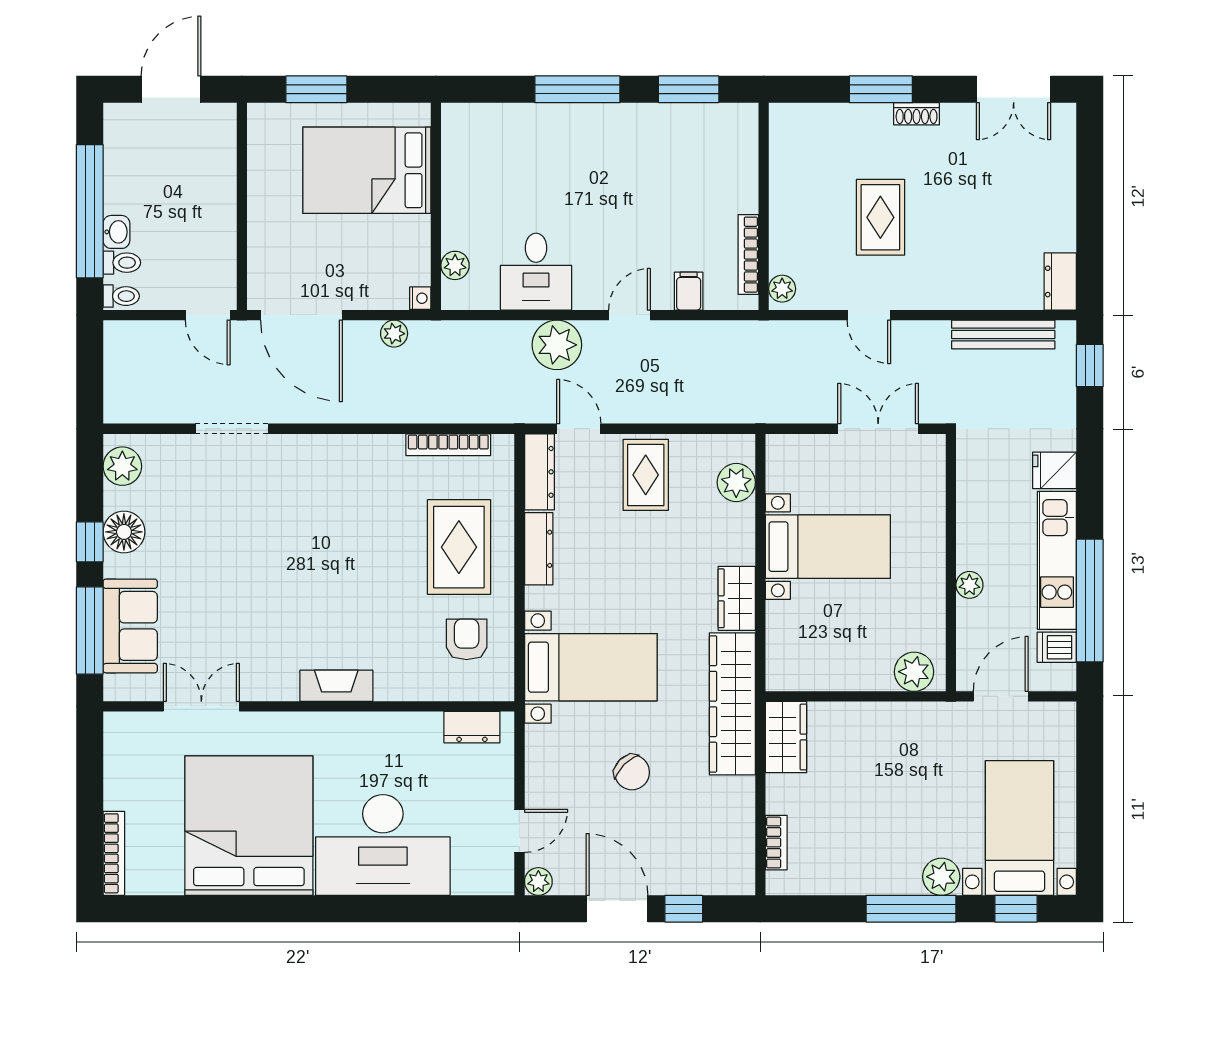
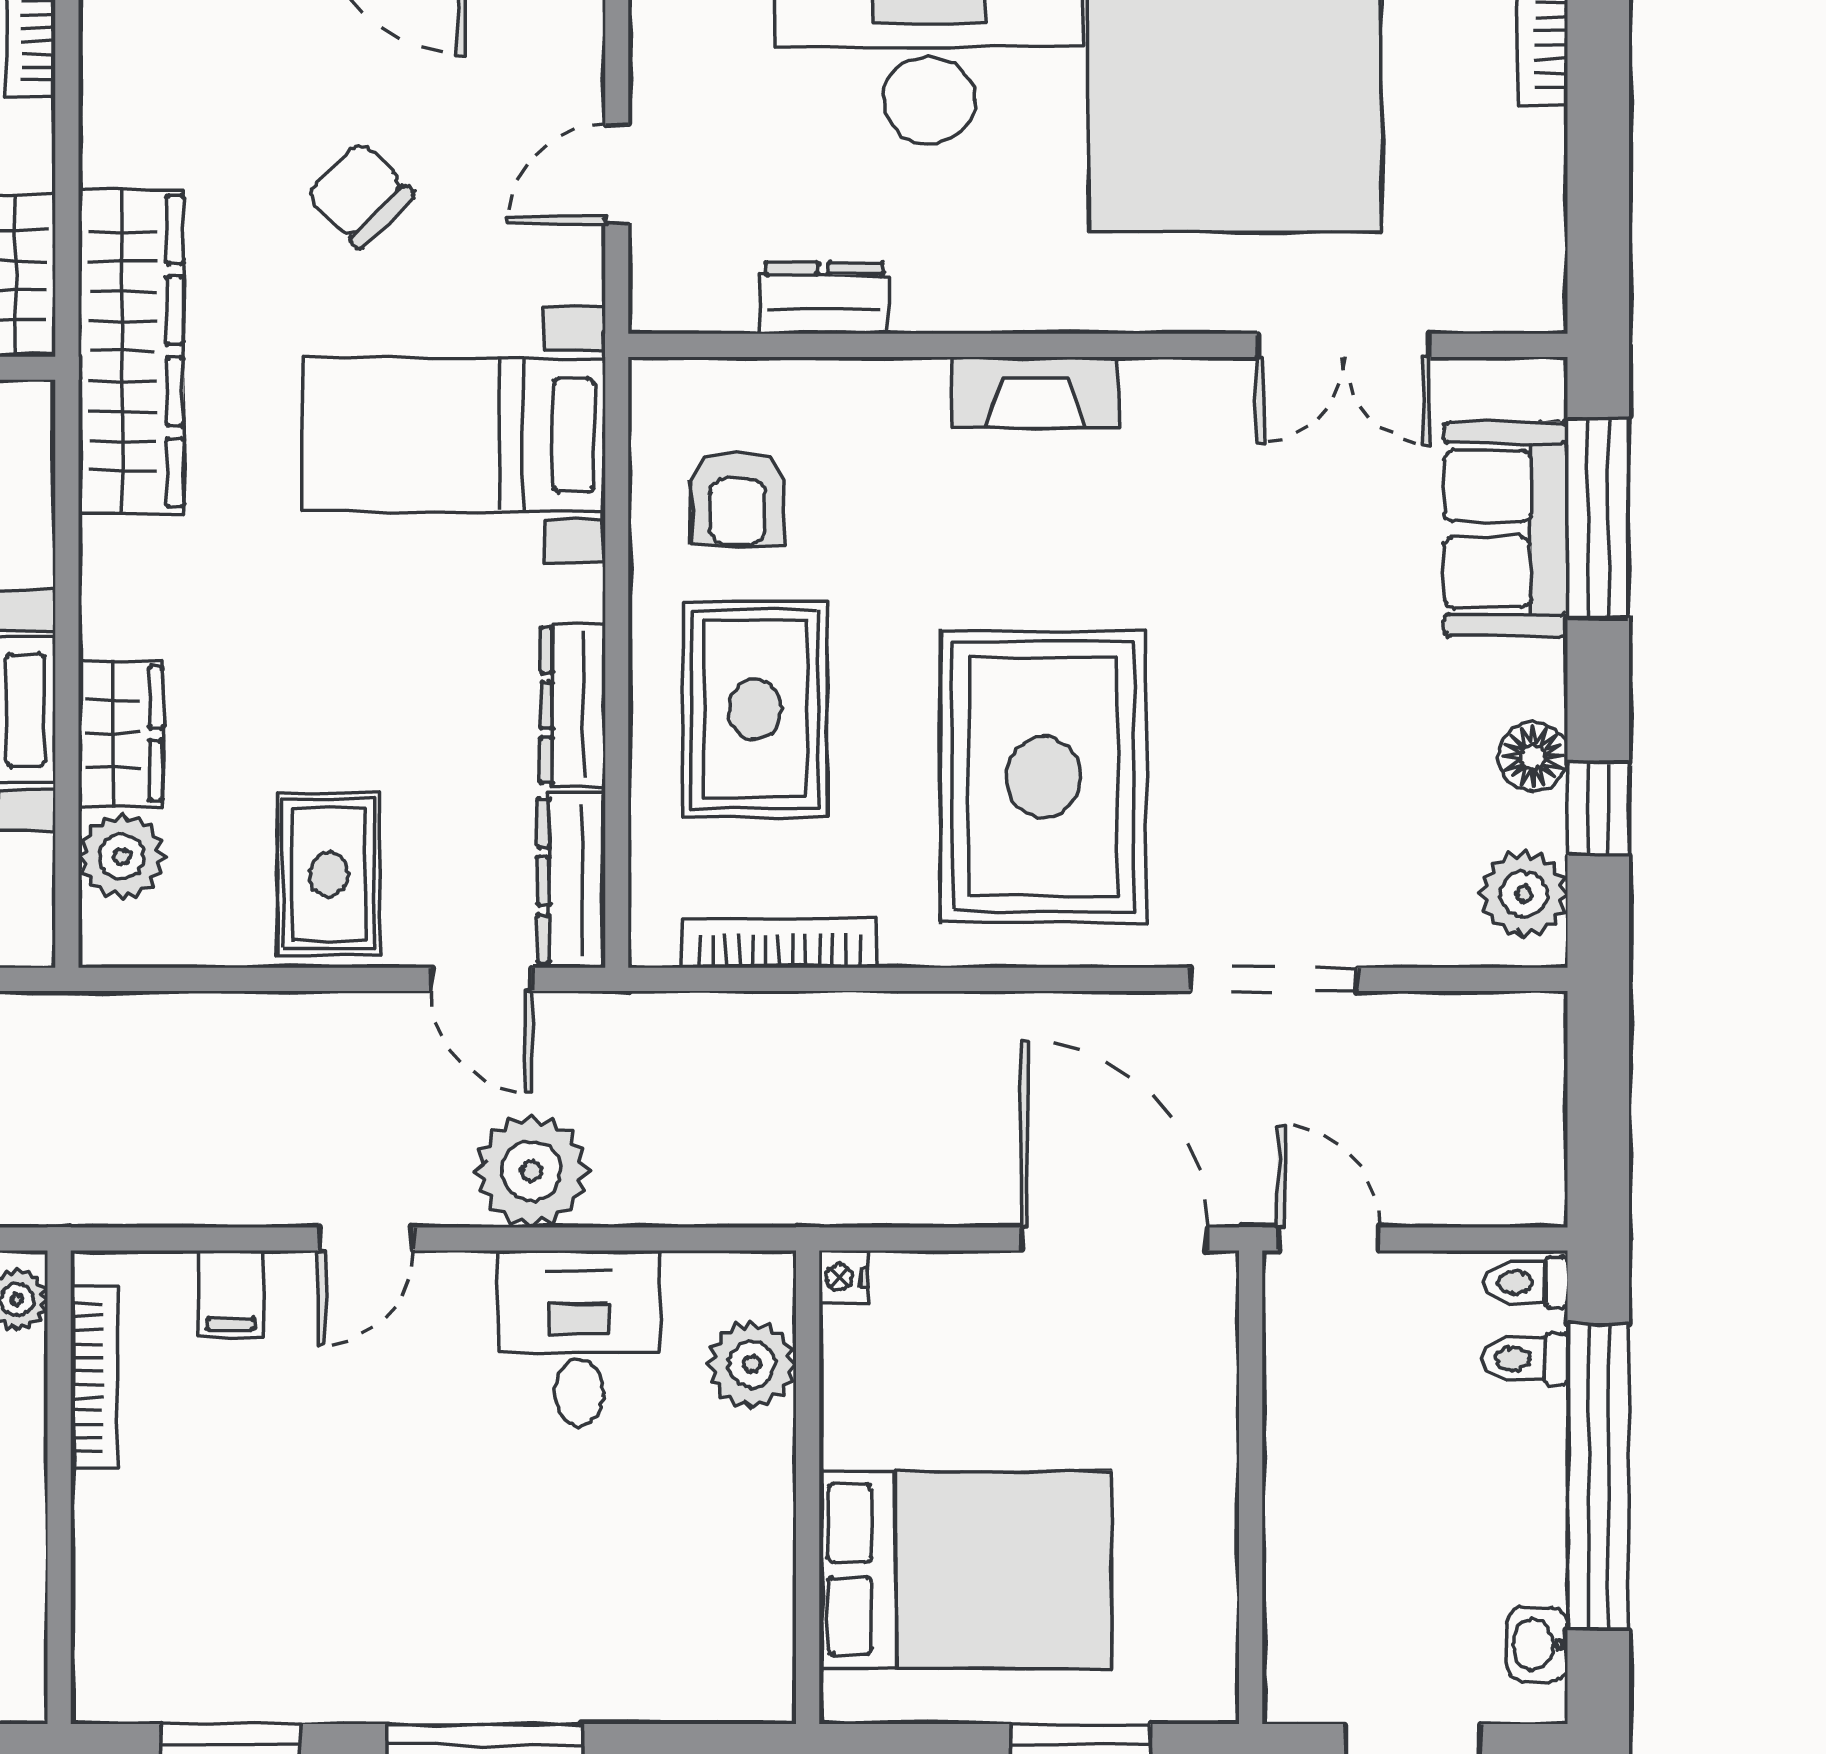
washbasin: (116, 232) -> (1537, 1644), moved
plant: (455, 265) -> (752, 1364), width x1.38, depth x1.38
plant: (394, 334) -> (903, 1197), removed
rug: (333, 517) -> (1043, 777), added
floor lamp: (124, 532) -> (1533, 757), width x0.73, depth x0.73
window: (90, 542) -> (1598, 809), moved
wardrobe: (737, 598) -> (121, 734), moved
dresser: (472, 727) -> (824, 298), moved
door: (519, 831) -> (617, 174), moved

